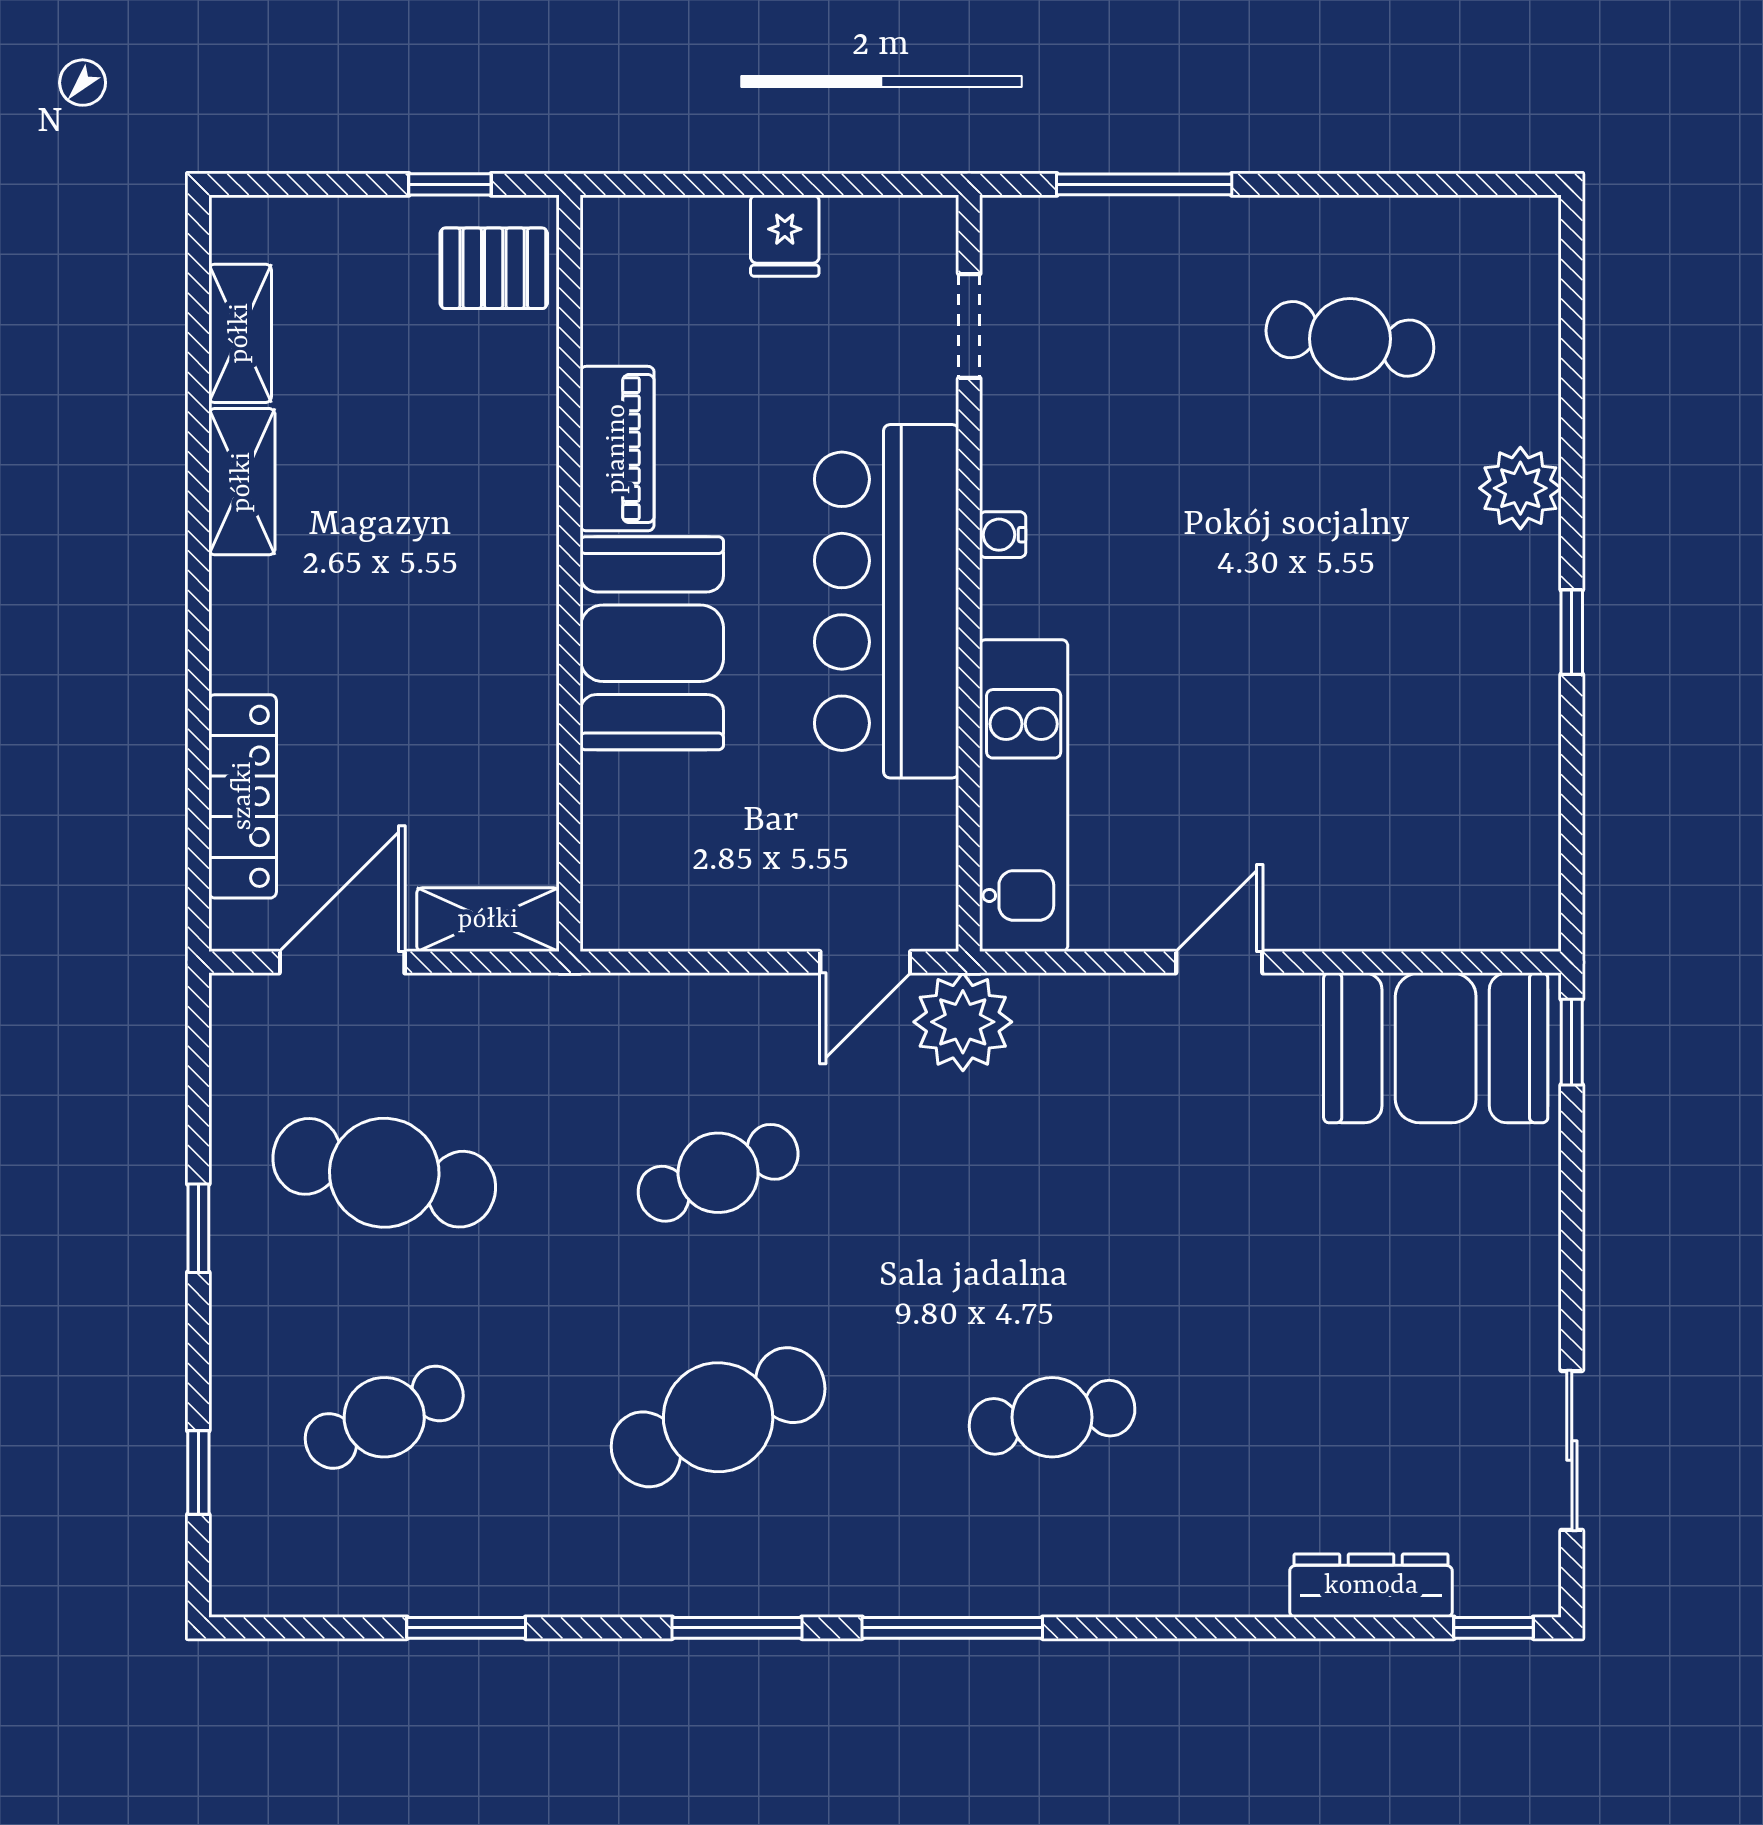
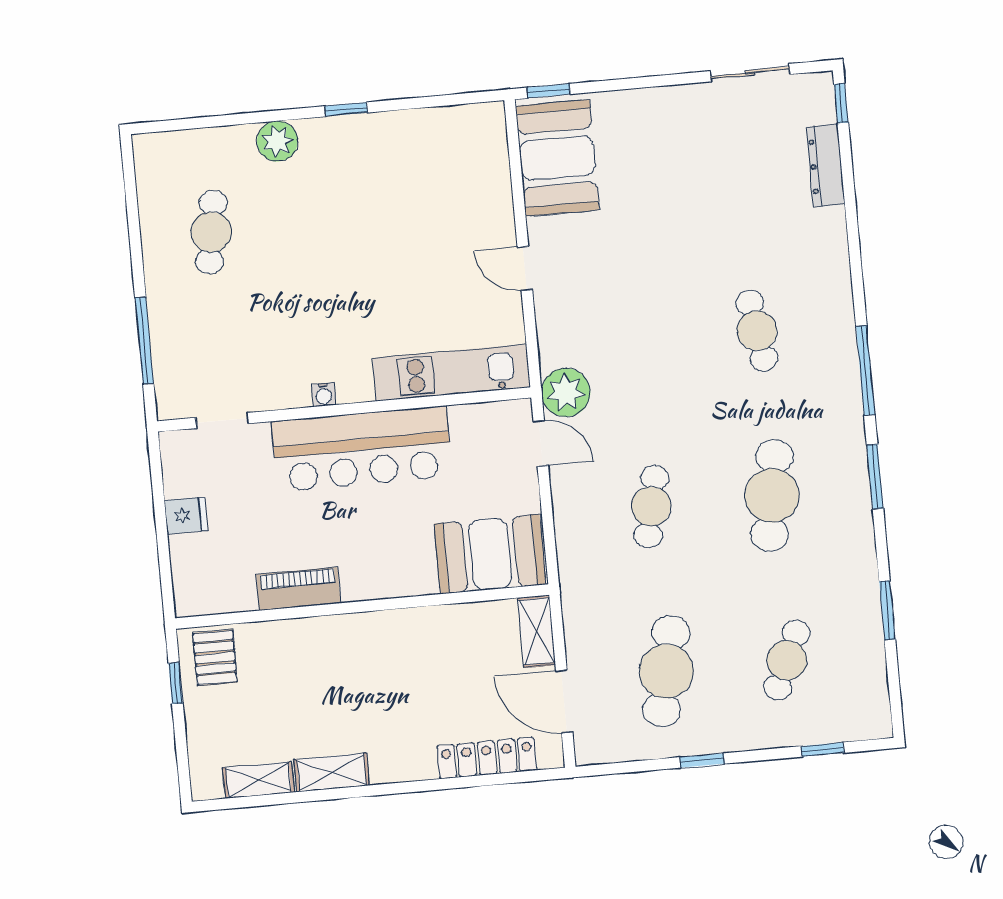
booth: (652, 643) -> (490, 554), moved
cafe table: (718, 1173) -> (651, 506), turned 33
cafe table: (384, 1417) -> (787, 660), turned 48
cafe table: (718, 1417) -> (772, 495), turned 33

